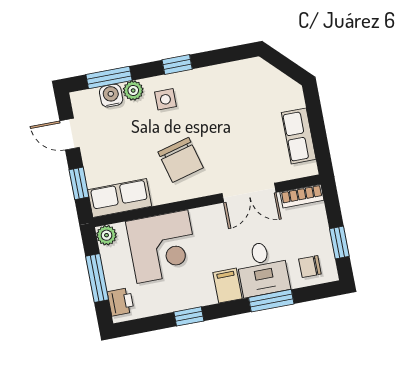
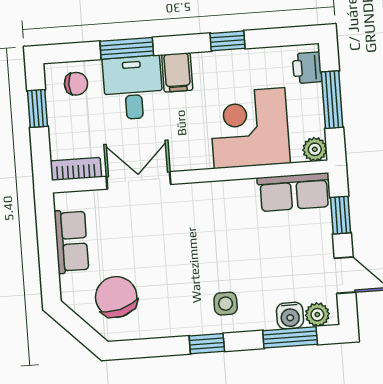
plant: (133, 90) -> (317, 315), moved
chair: (181, 160) -> (116, 297), moved

